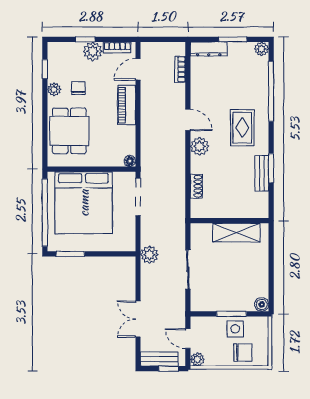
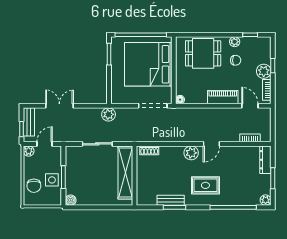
shoe rack: (196, 186) -> (149, 150), moved
shelving: (237, 233) -> (125, 173), width x1.47

